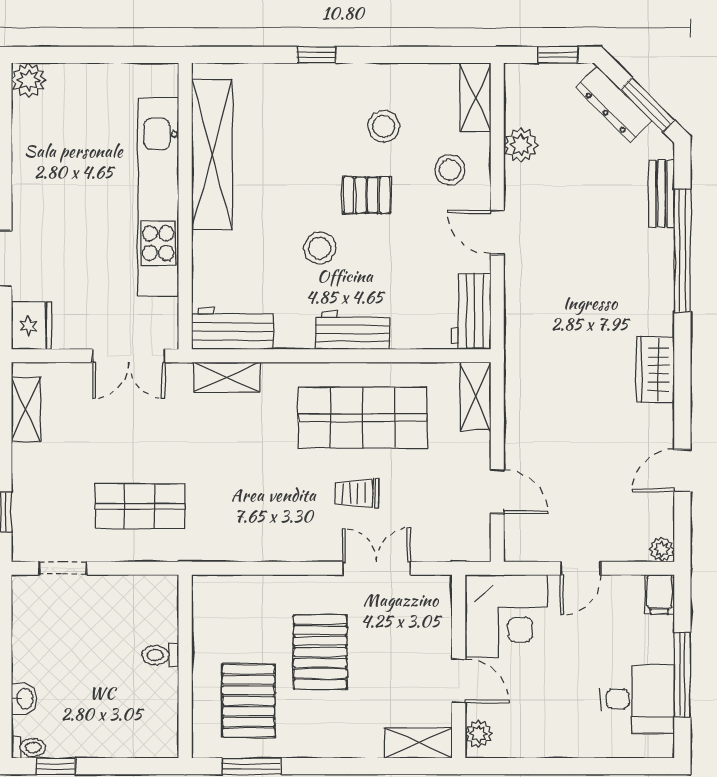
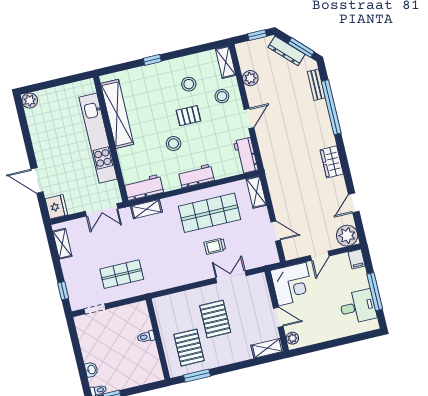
door: (497, 232) -> (249, 118), swing flipped
plant: (662, 549) -> (347, 236), width x1.88, depth x1.88

